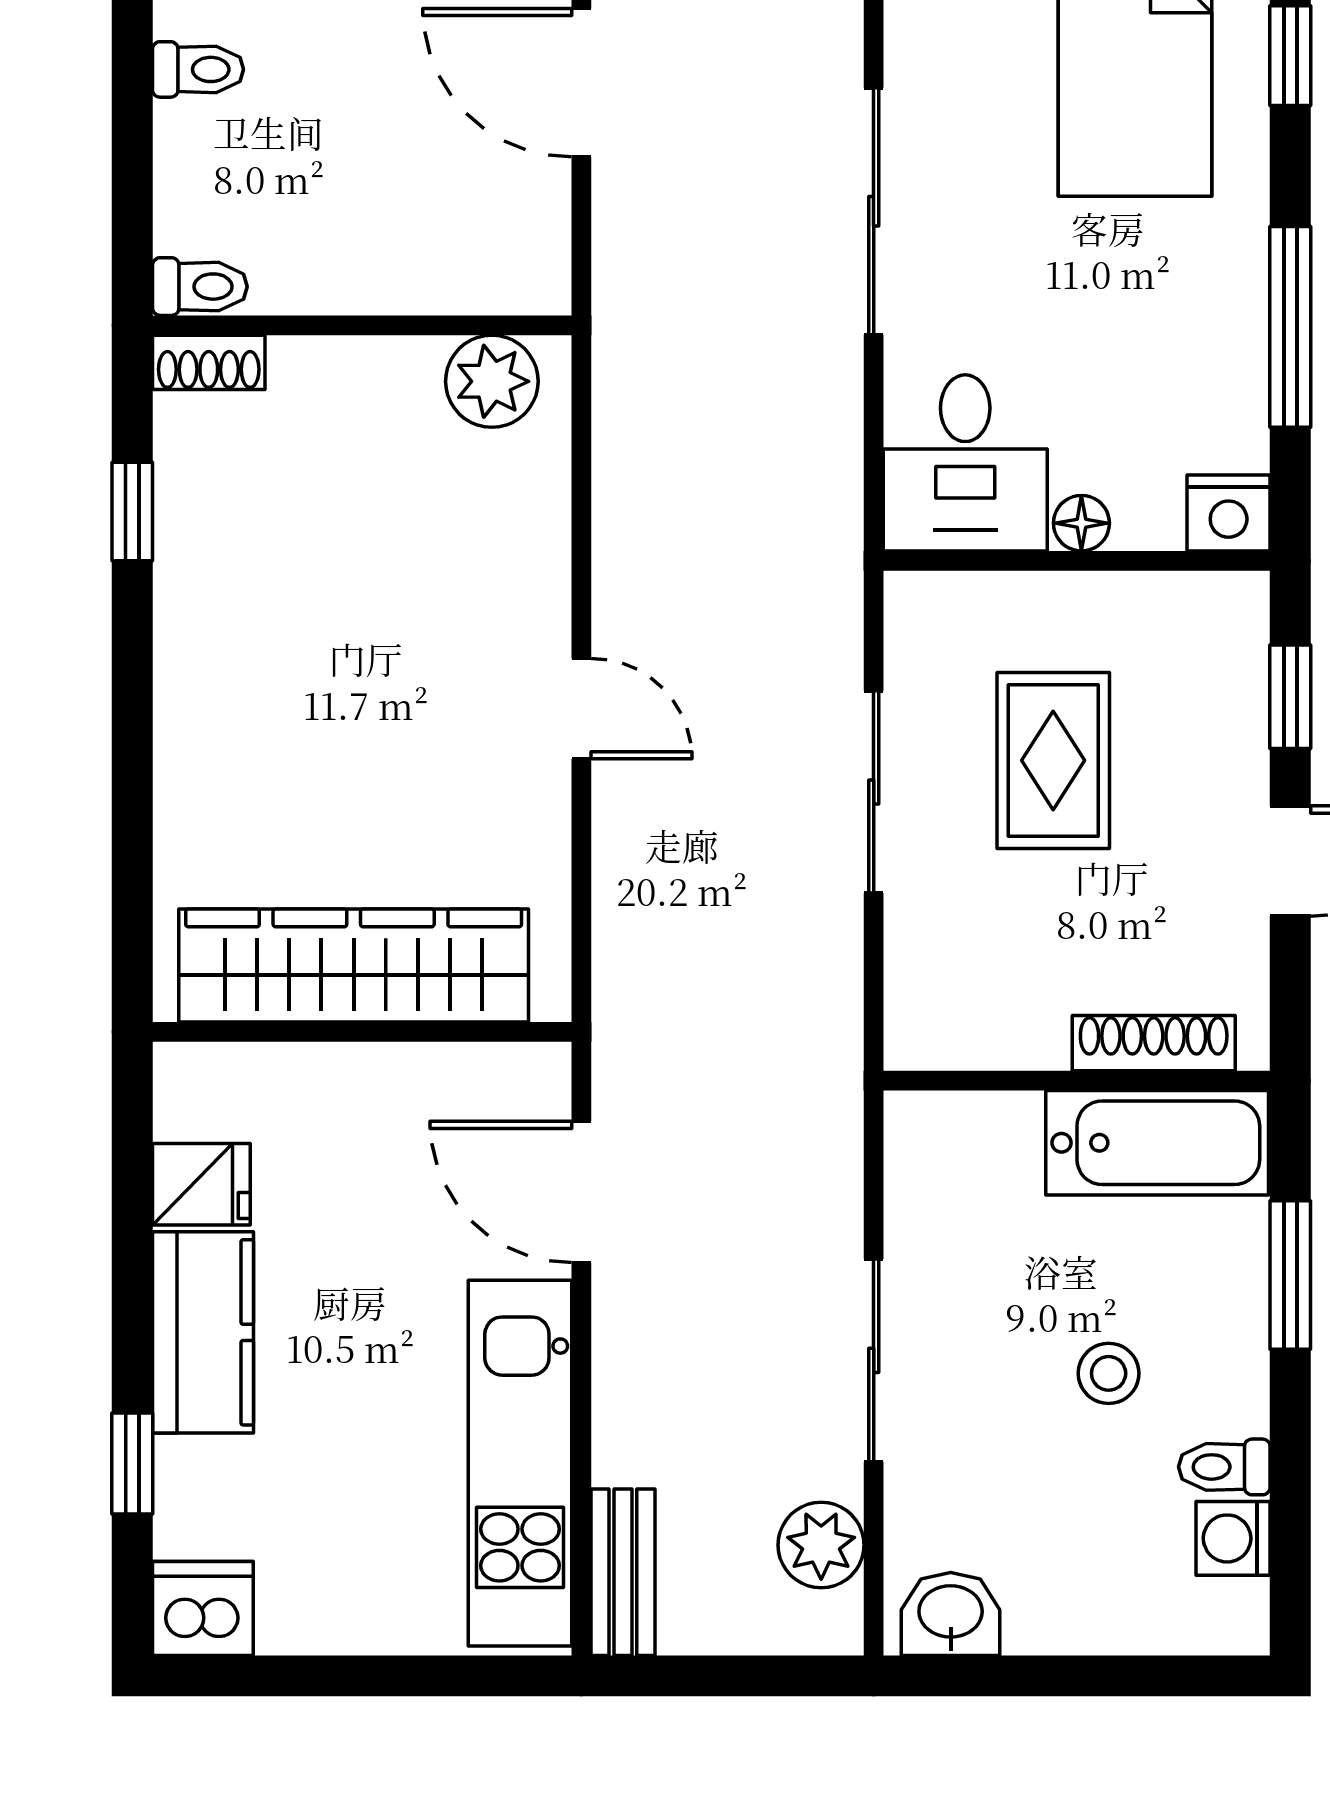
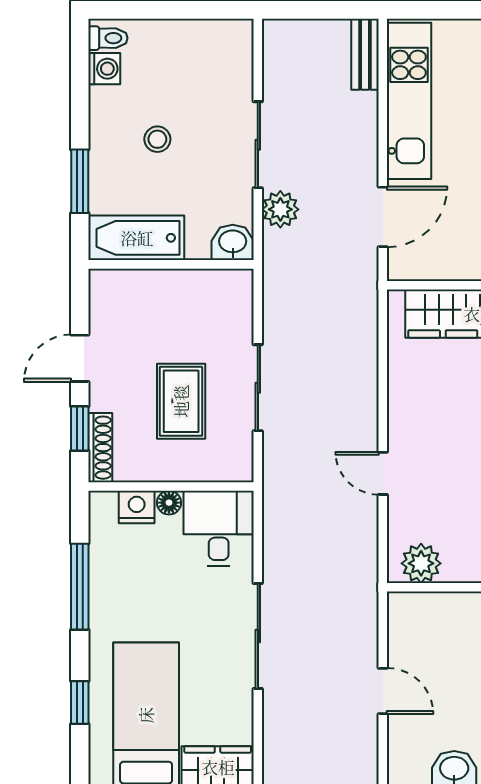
door: (581, 83) -> (383, 691), width x0.73
nightstand: (1229, 513) -> (137, 507), moved
door: (581, 709) -> (383, 473), moved
shoe rack: (1154, 1043) -> (100, 448), moved, turned -90
door: (581, 1192) -> (383, 217), hinge flipped
toilet: (1224, 1467) -> (108, 38), moved
plant: (821, 1545) -> (280, 209), moved
washbasin: (951, 1614) -> (233, 242), moved, turned 180

